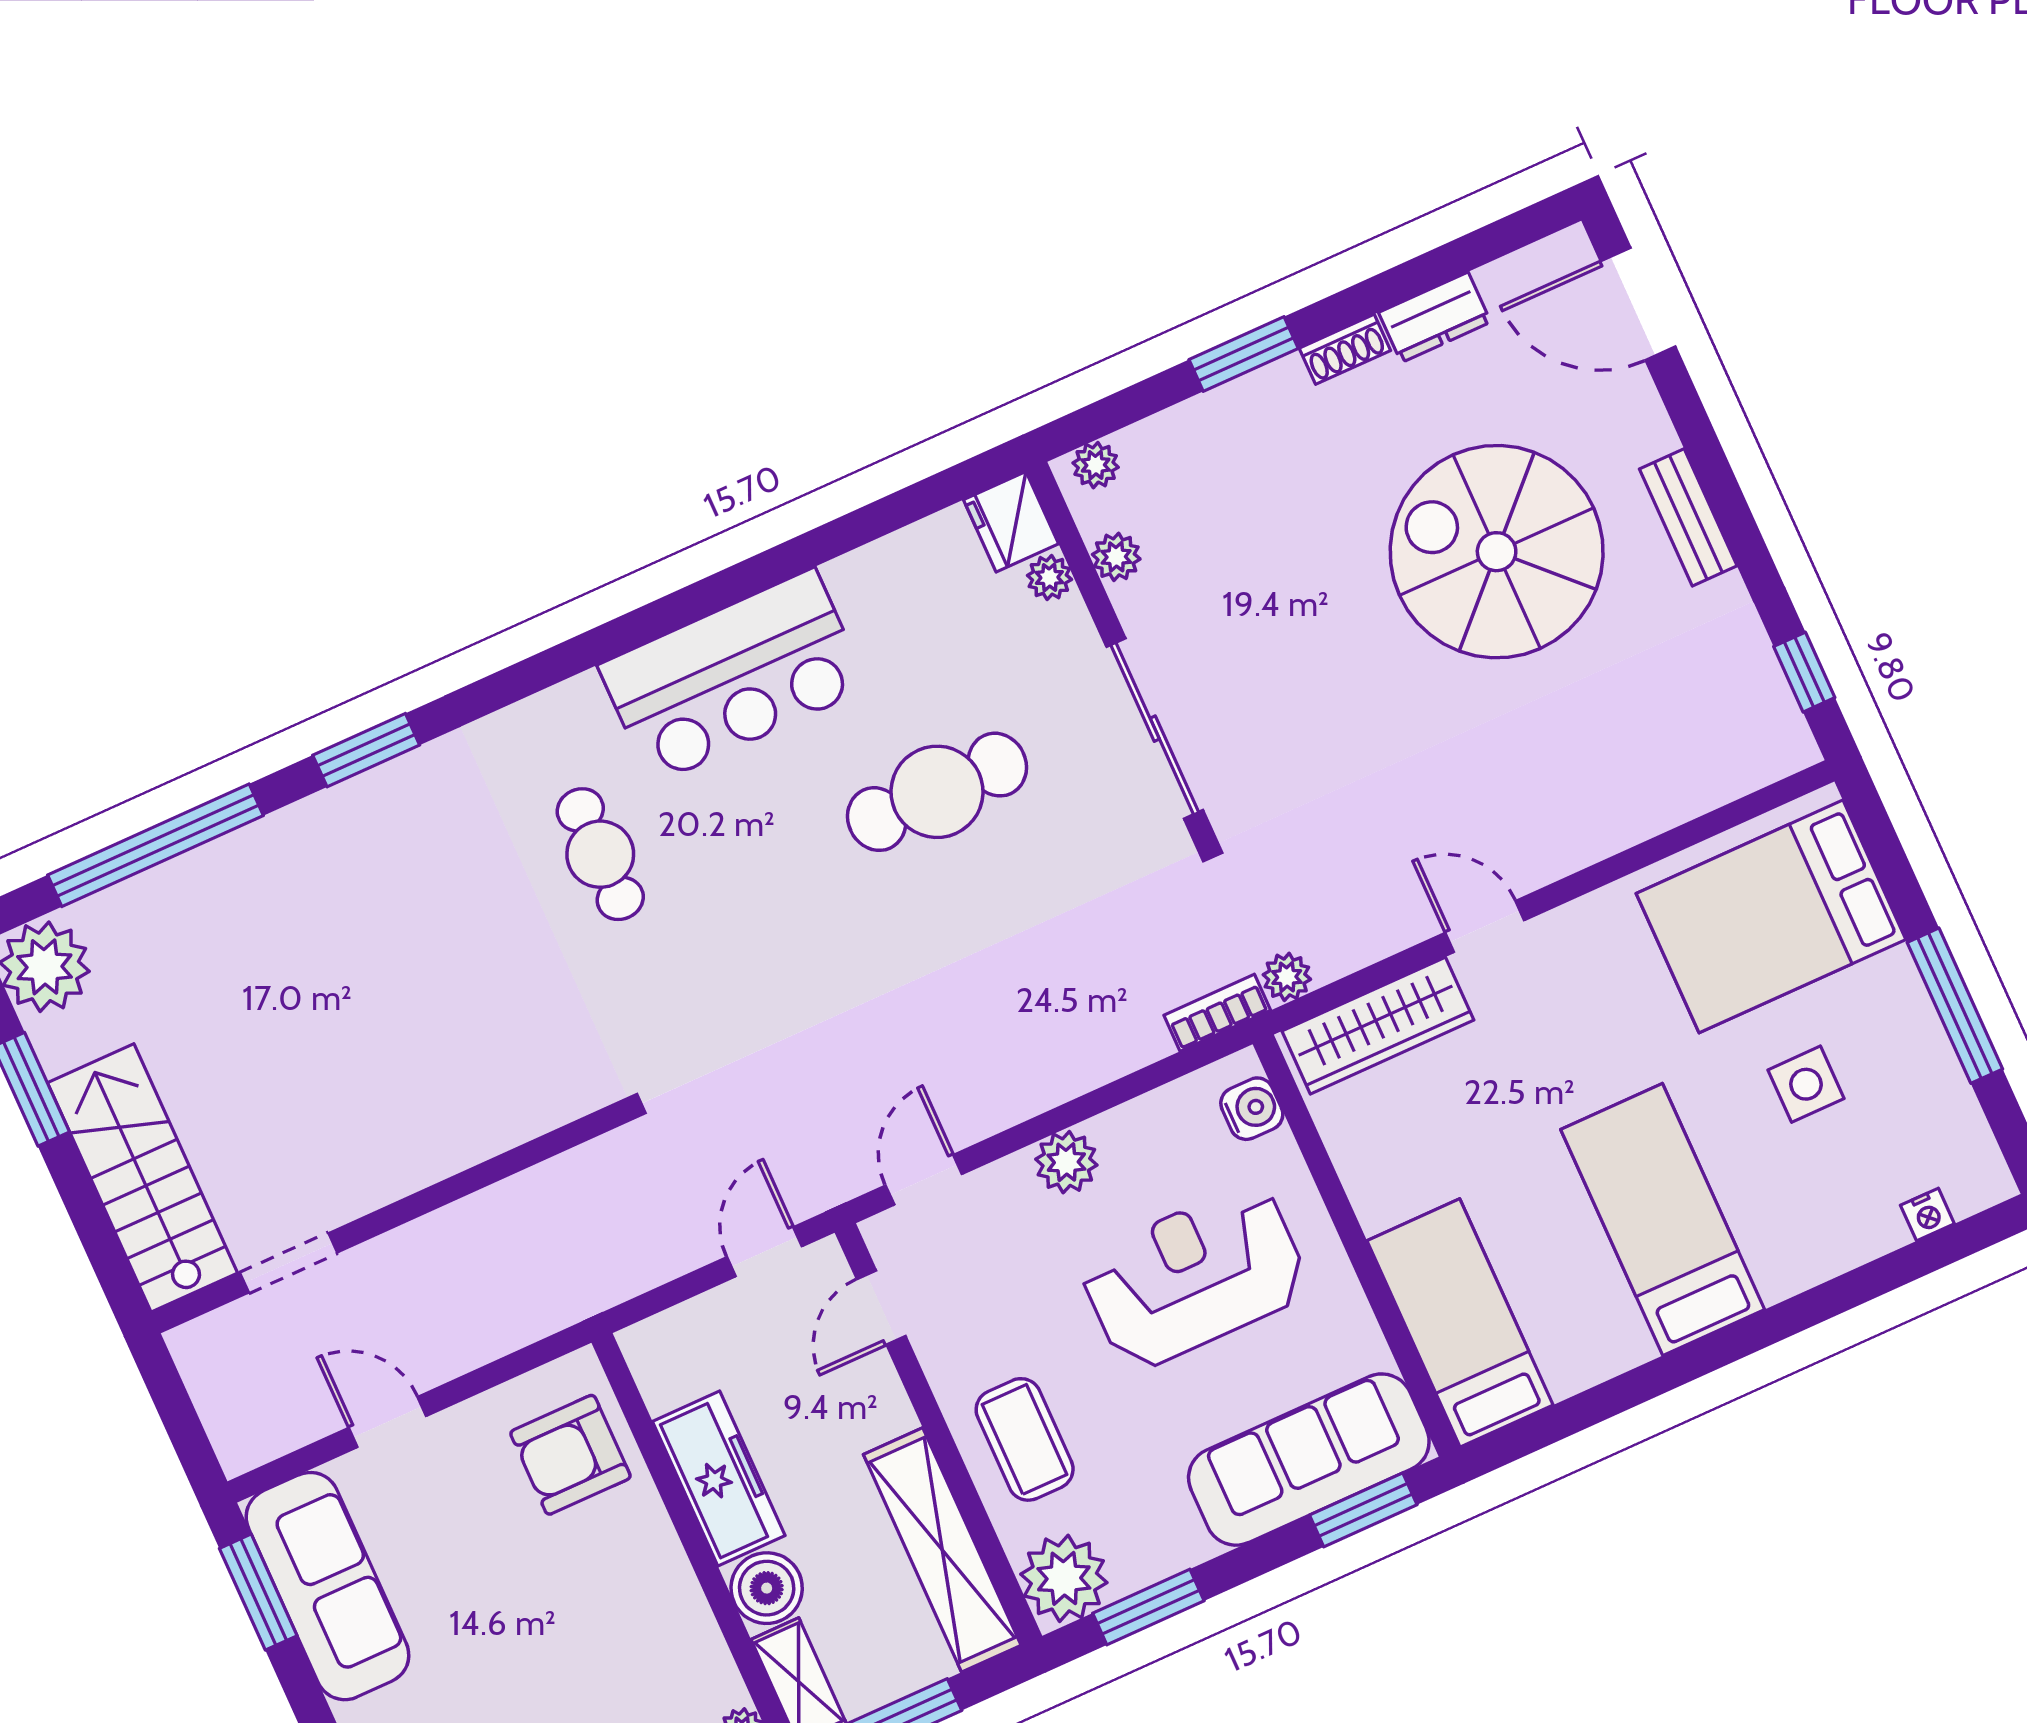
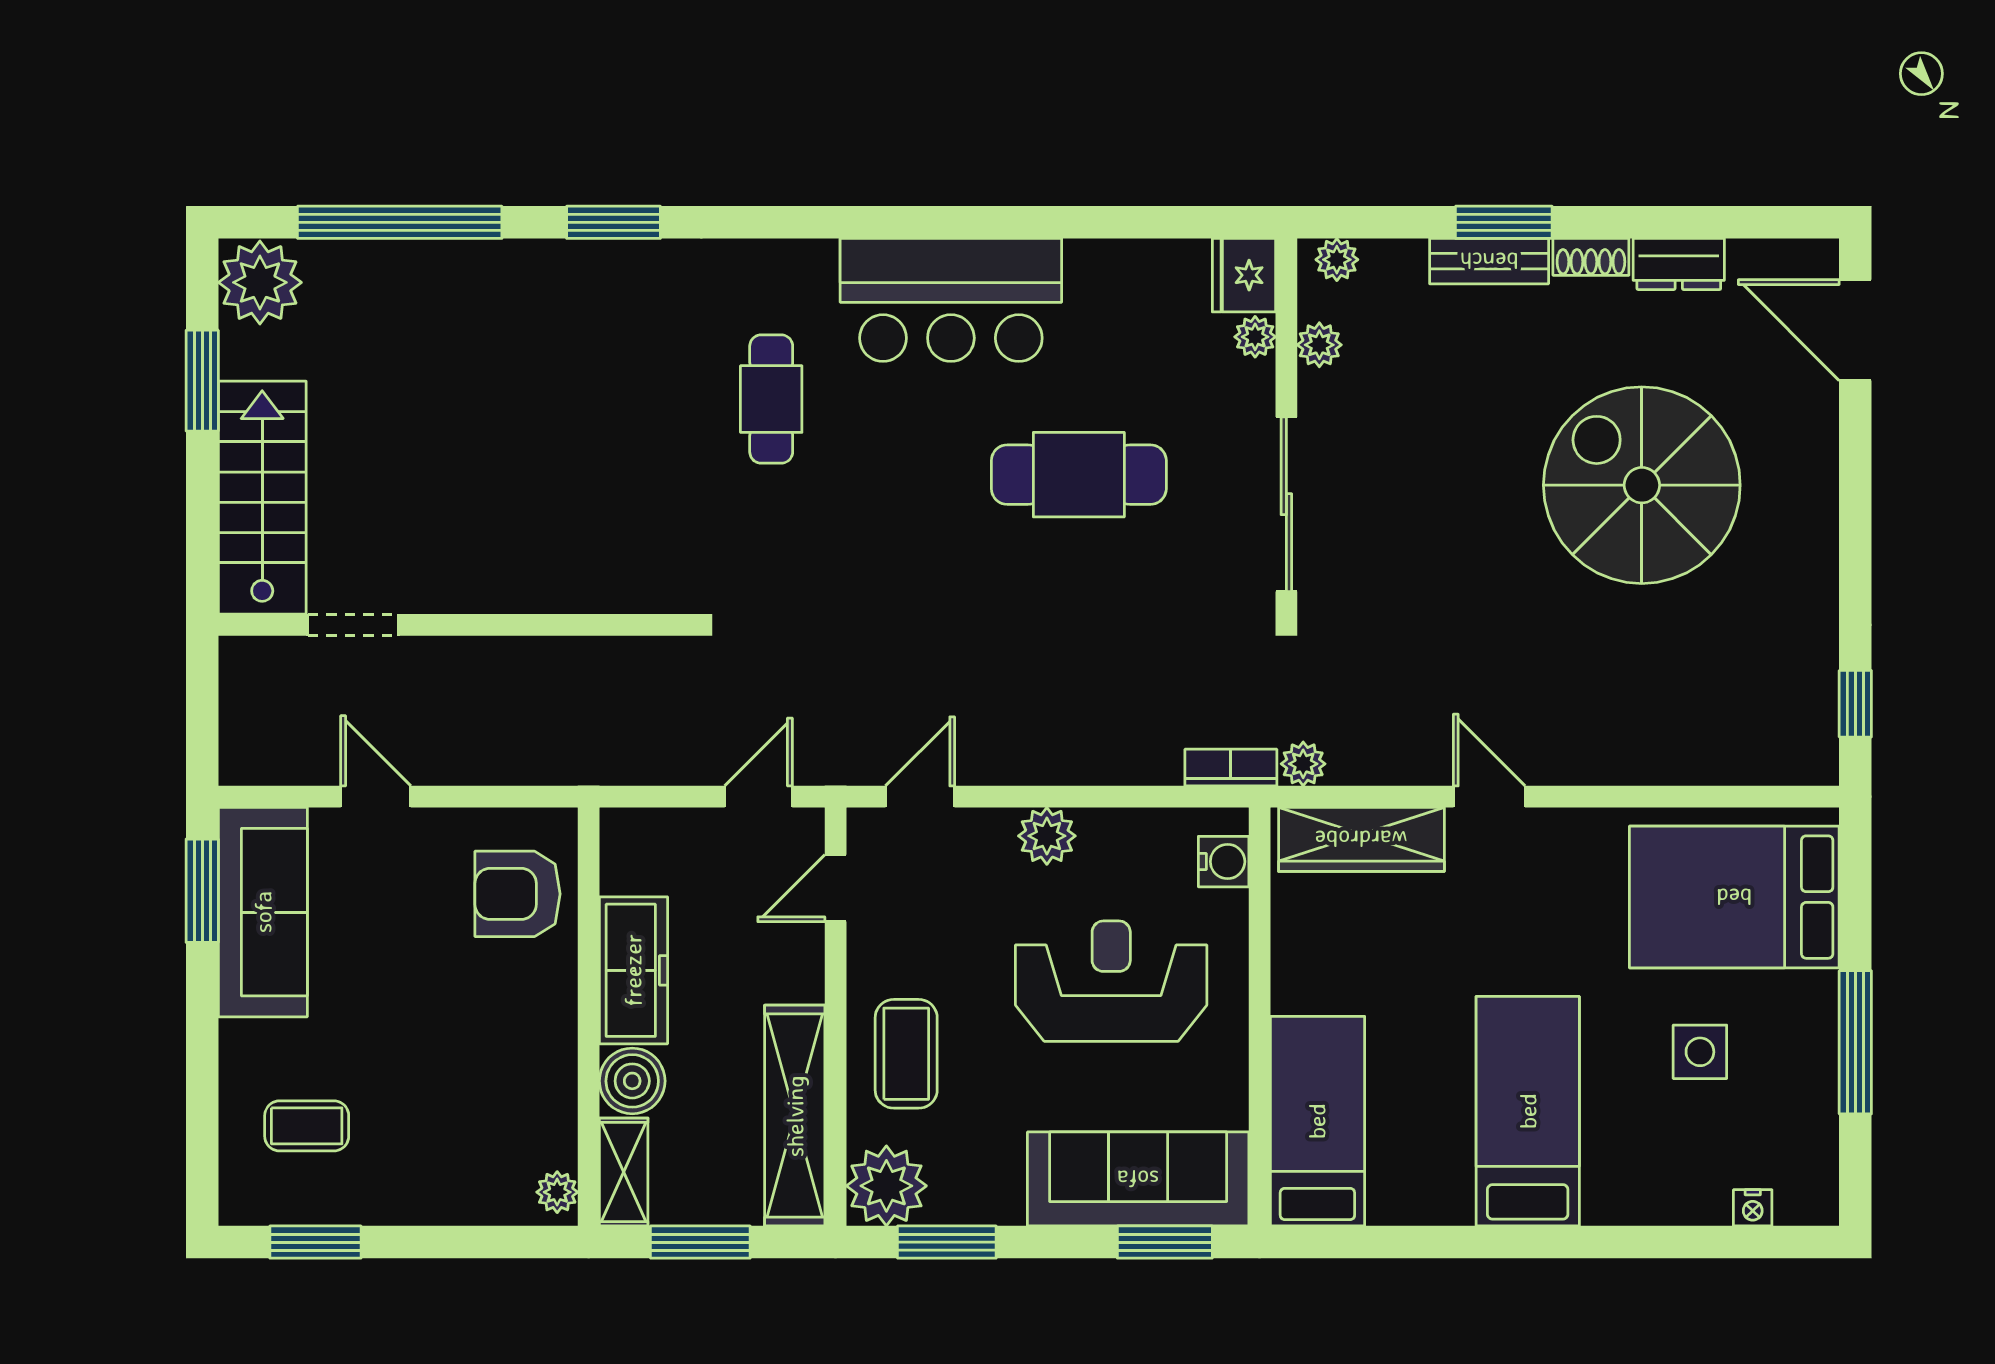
bench: (1688, 517) -> (1489, 261), moved, turned 90

